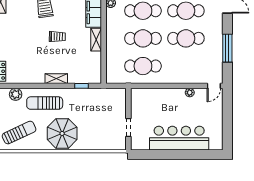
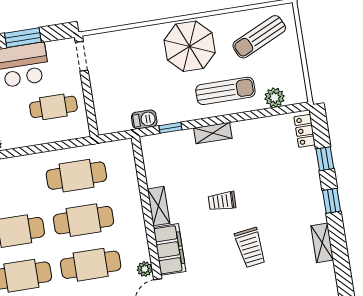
barbecue: (97, 94) -> (144, 119), added
cafe table: (150, 110) -> (53, 107), added
doorway: (128, 127) -> (82, 56), moved
window: (162, 155) -> (23, 38), added

